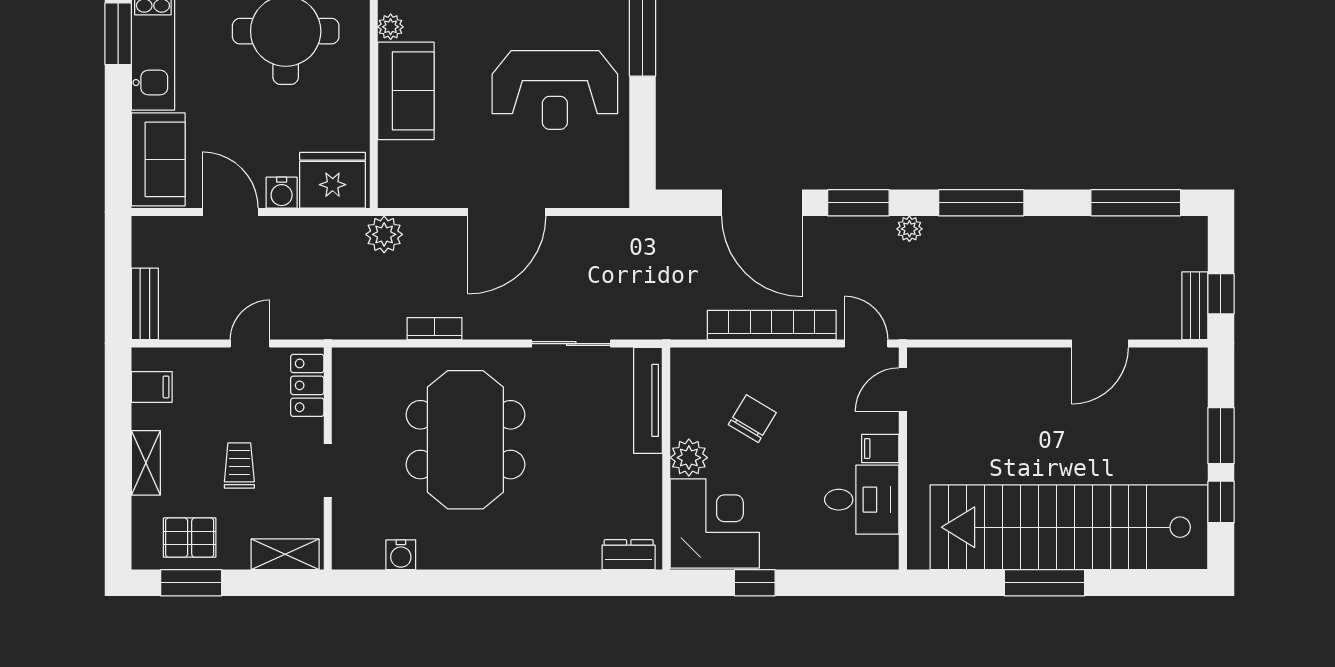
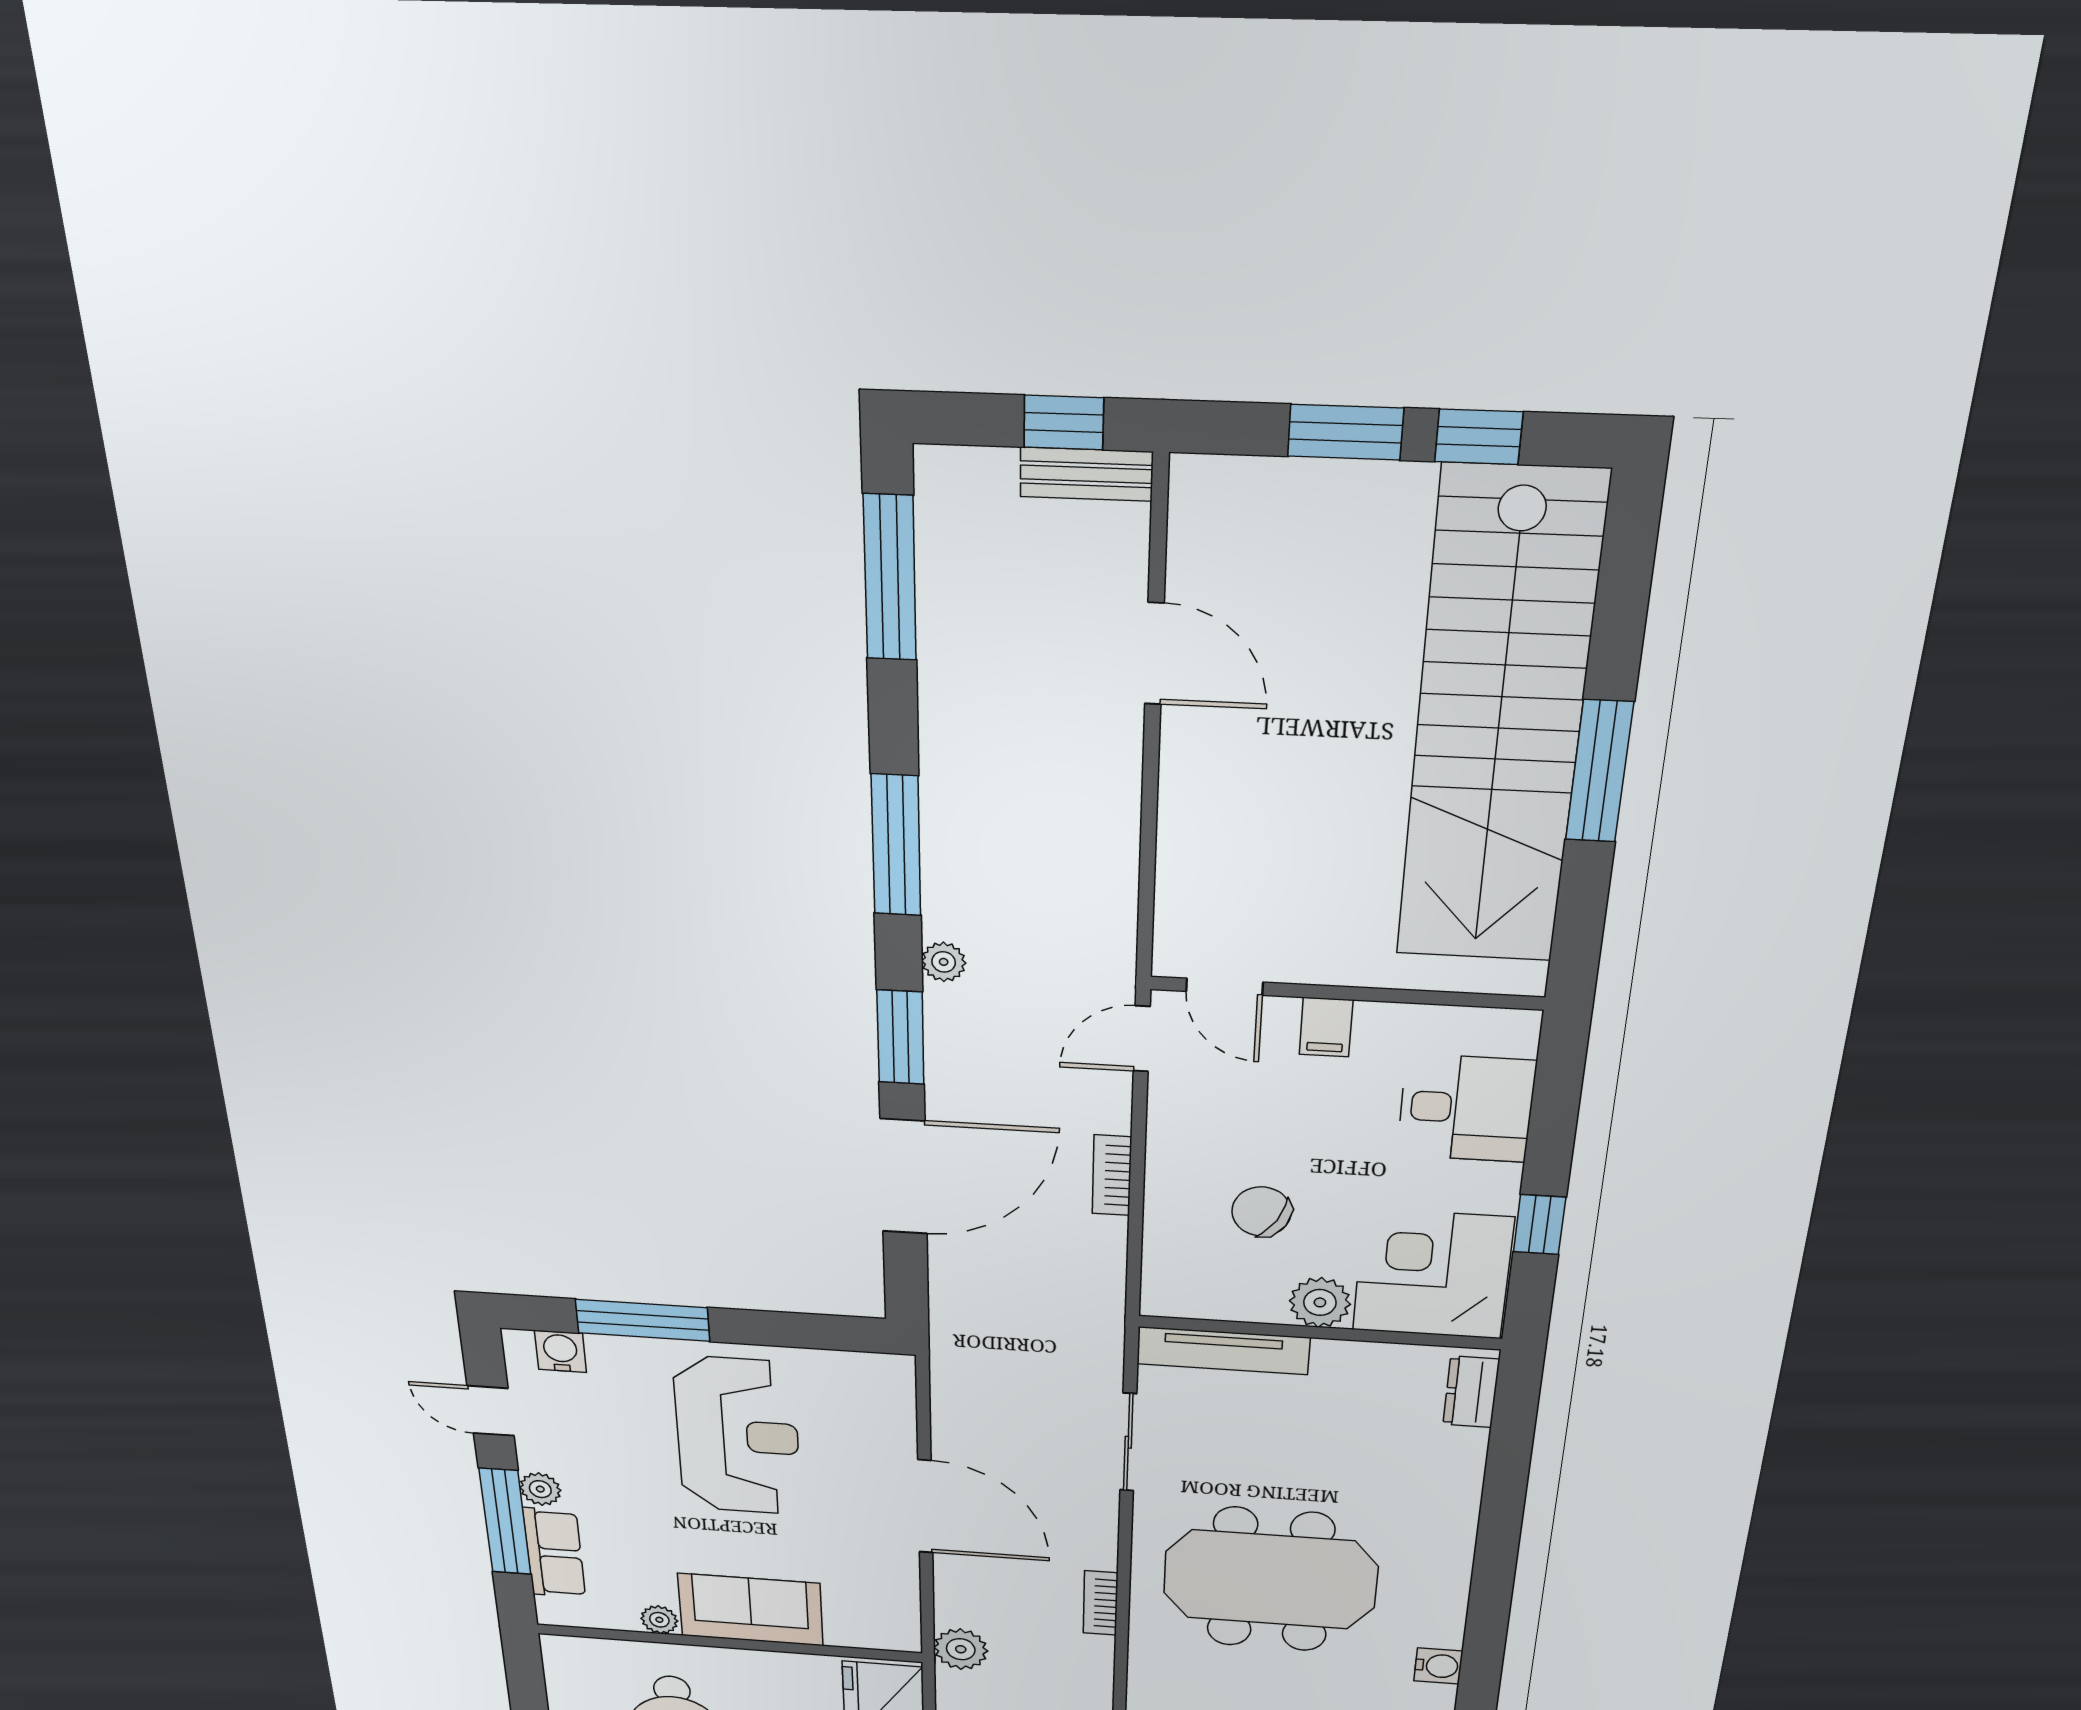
bookcase: (772, 325) -> (1112, 1175), width x0.43, depth x0.76
desk: (862, 500) -> (1466, 1108), moved, turned 90

